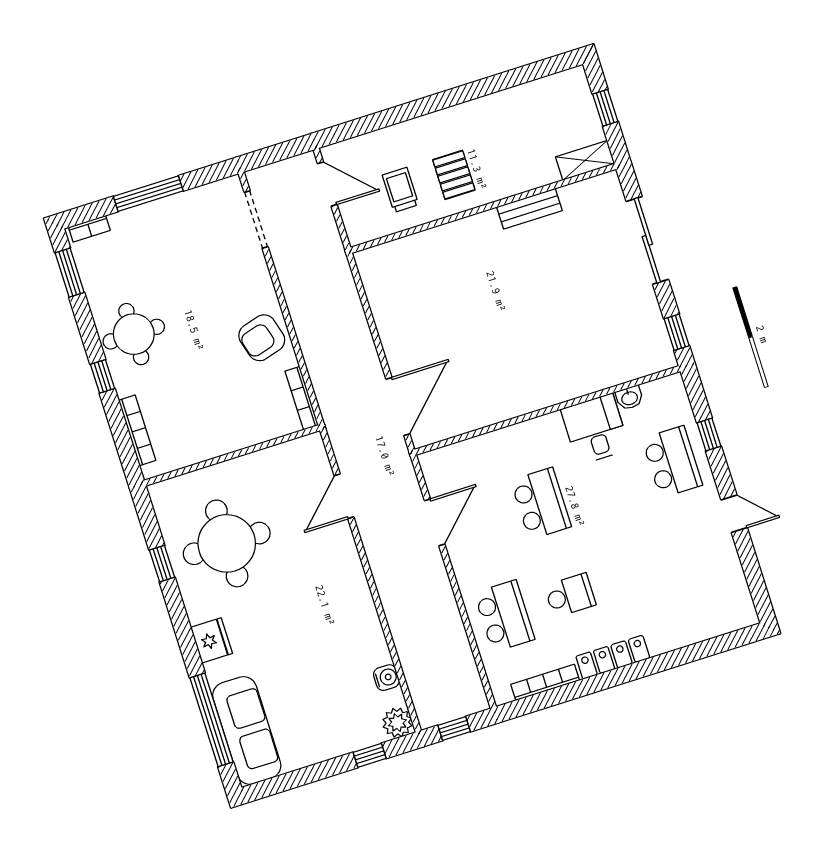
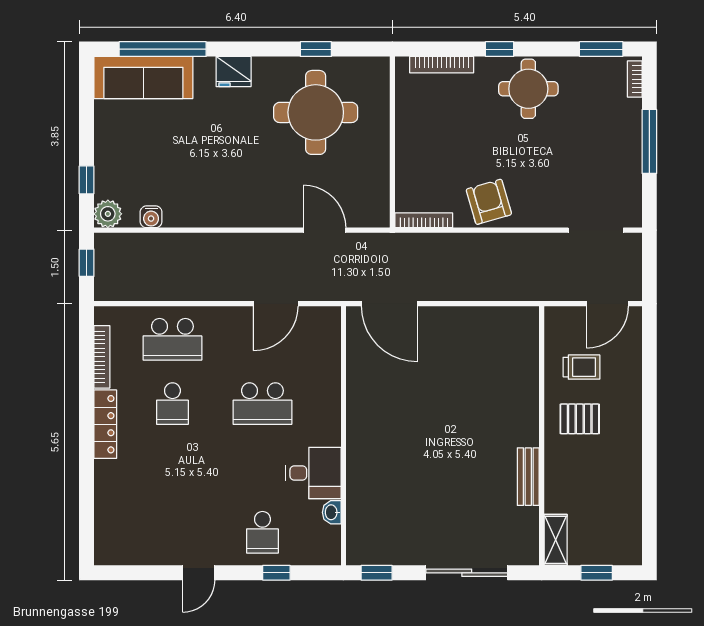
school desk: (672, 462) -> (262, 532), width x0.54
door: (435, 522) -> (276, 304), hinge flipped

